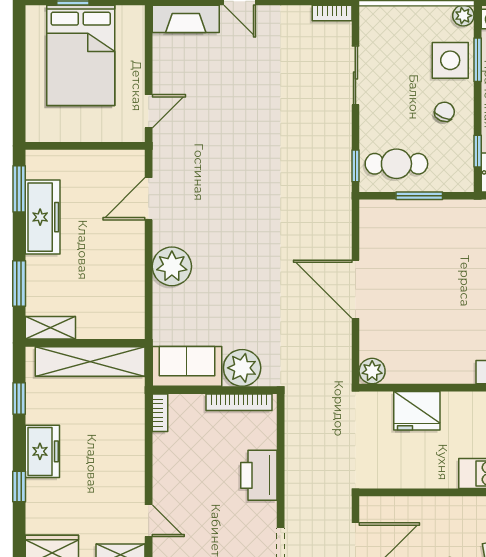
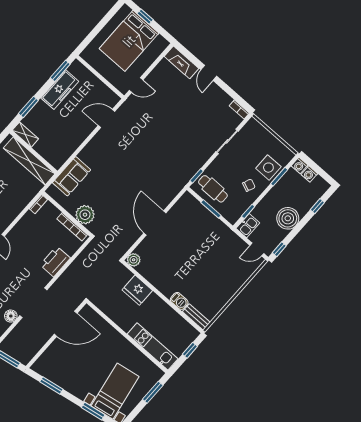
plant: (463, 16) -> (289, 155), removed
plant: (172, 266) -> (92, 152), removed
sofa: (187, 366) -> (72, 176), moved, turned 90

